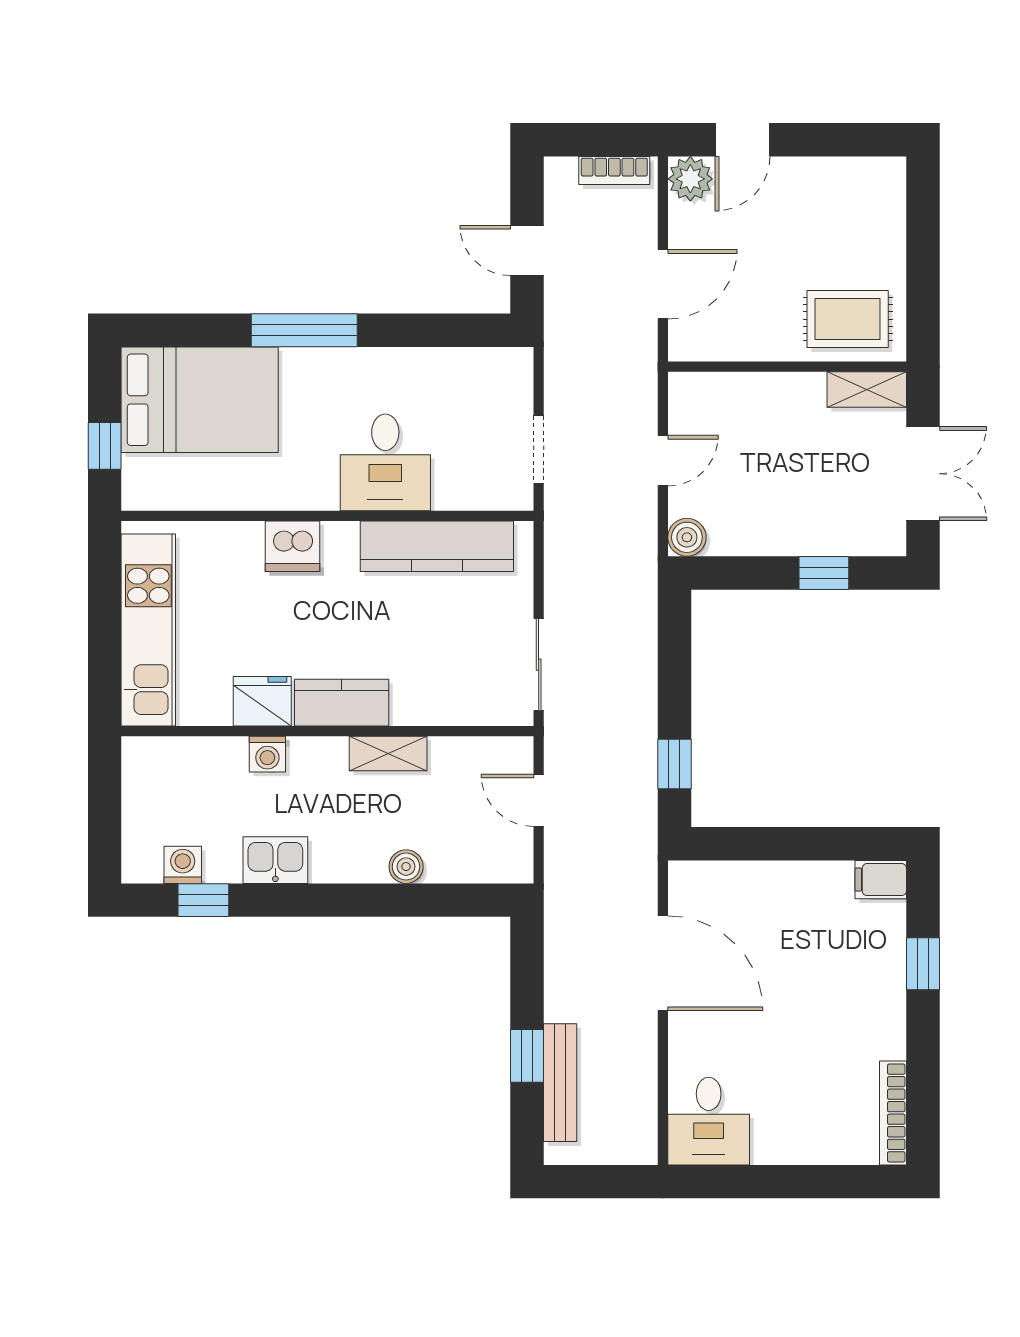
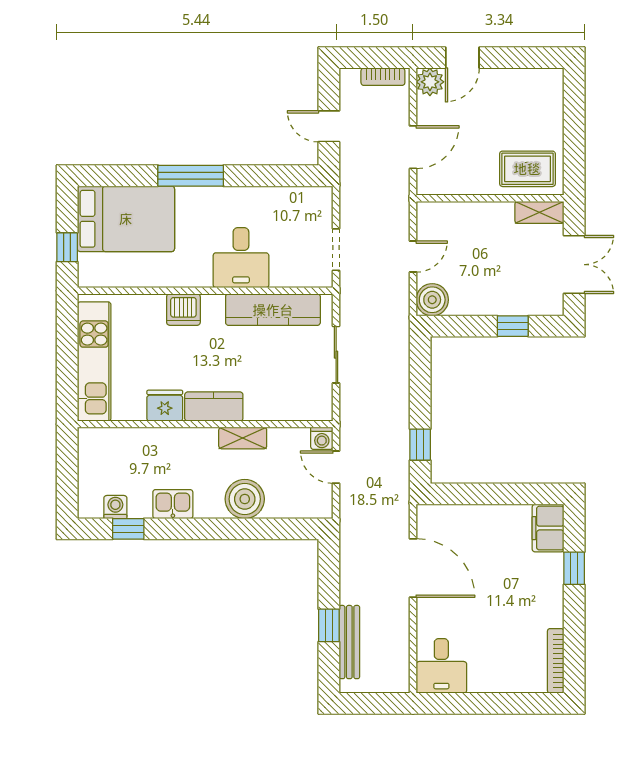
boiler: (687, 537) -> (432, 300), width x1.36, depth x1.36
sliding door: (539, 665) -> (336, 355), moved
washing machine: (267, 754) -> (322, 438), moved
boiler: (406, 867) -> (245, 499), width x1.86, depth x1.86
filing cabinet: (881, 880) -> (548, 528), width x2.00

